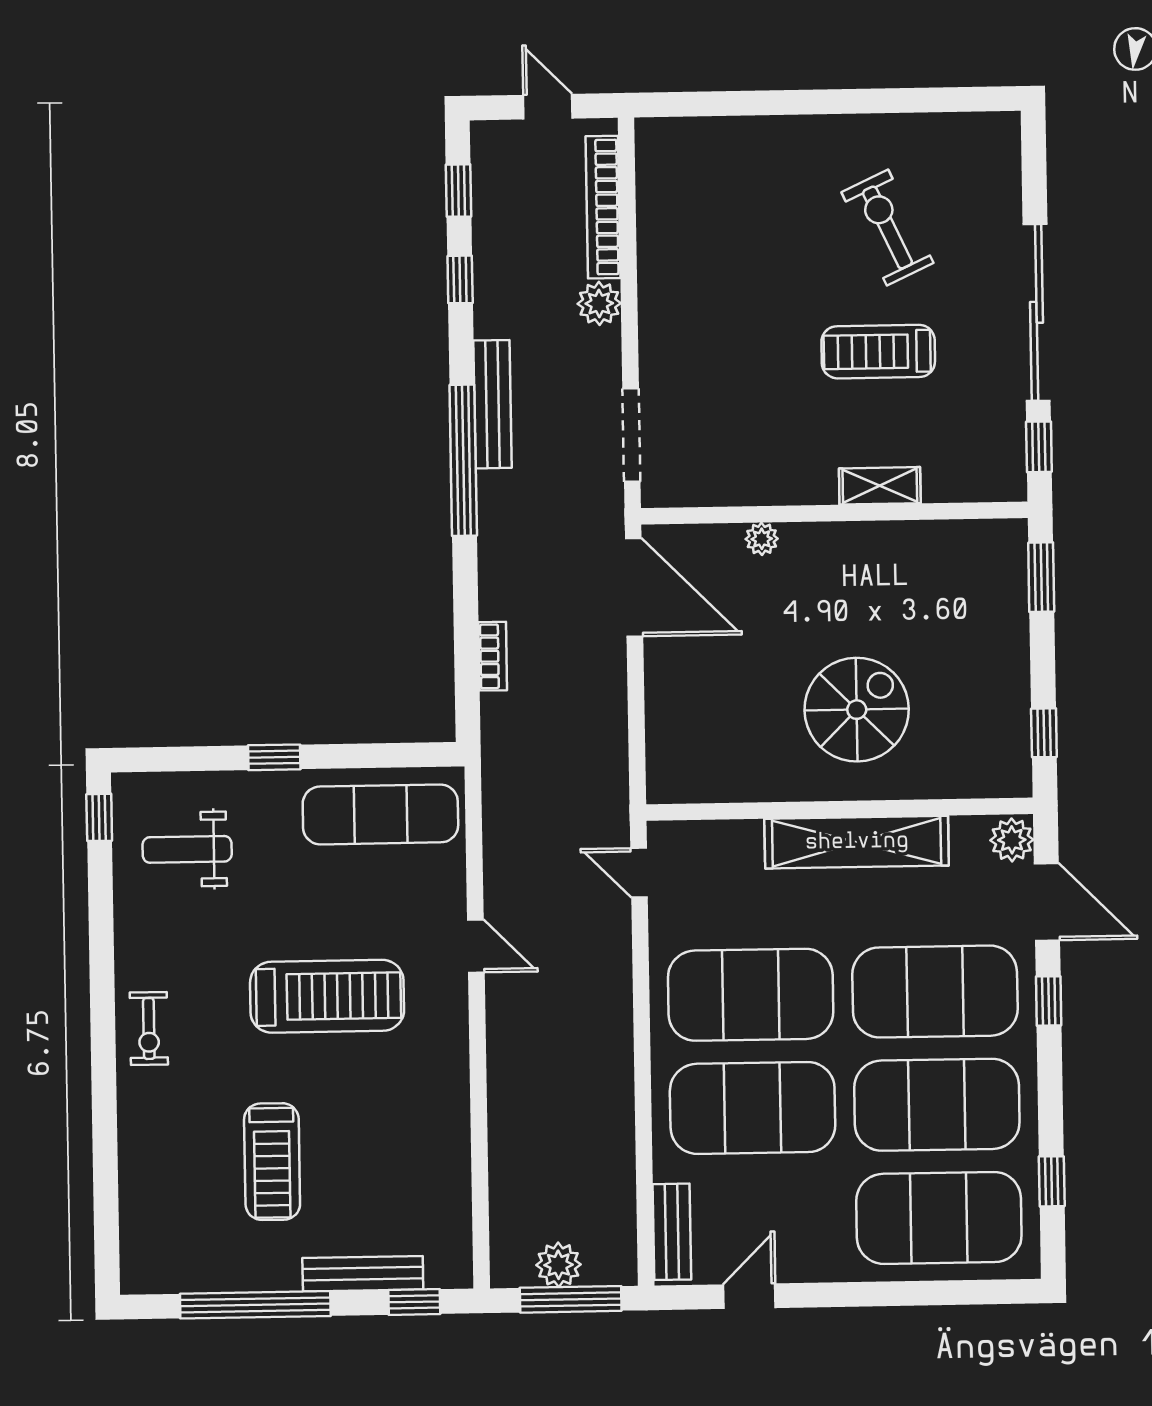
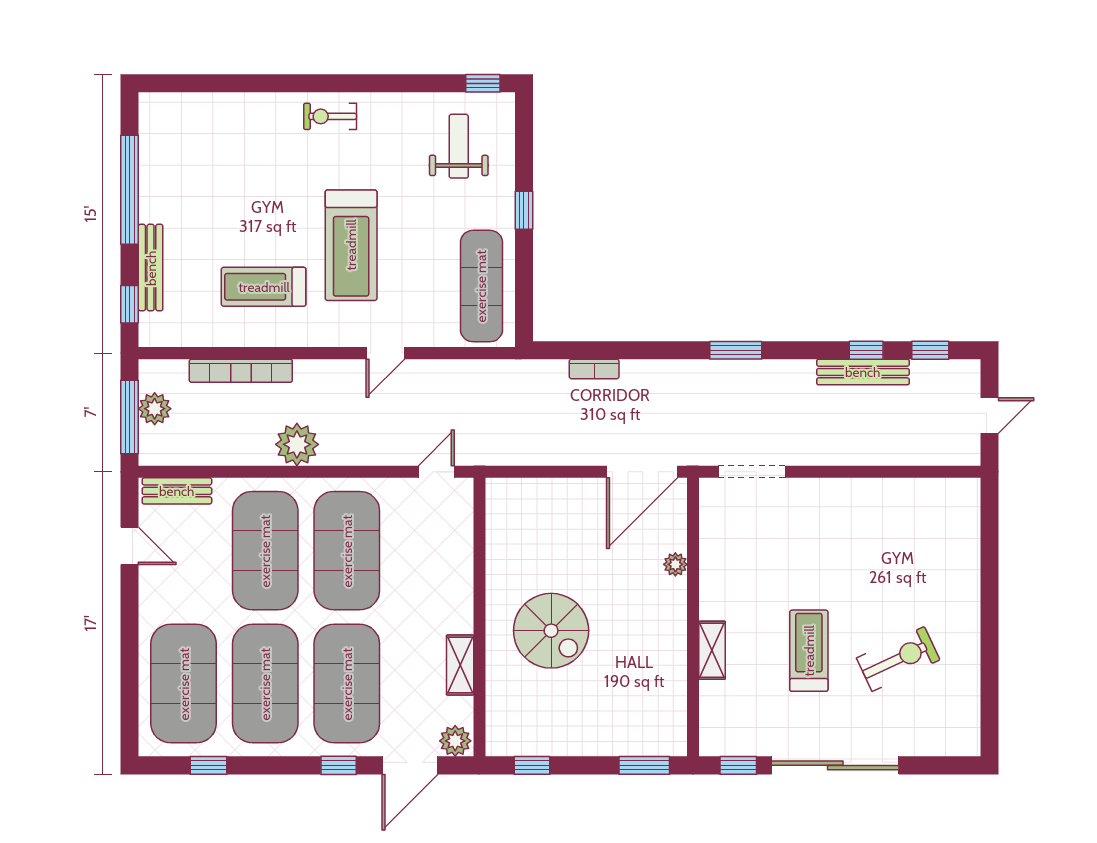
bookcase: (603, 207) -> (241, 371), moved, turned 180
plant: (599, 303) -> (297, 444), moved, width x1.36, depth x1.36
bench: (493, 404) -> (863, 372), moved
window: (463, 460) -> (736, 350), width x0.47
shelving: (857, 842) -> (460, 665), width x0.45, depth x0.75
treadmill: (272, 1162) -> (264, 287), moved

